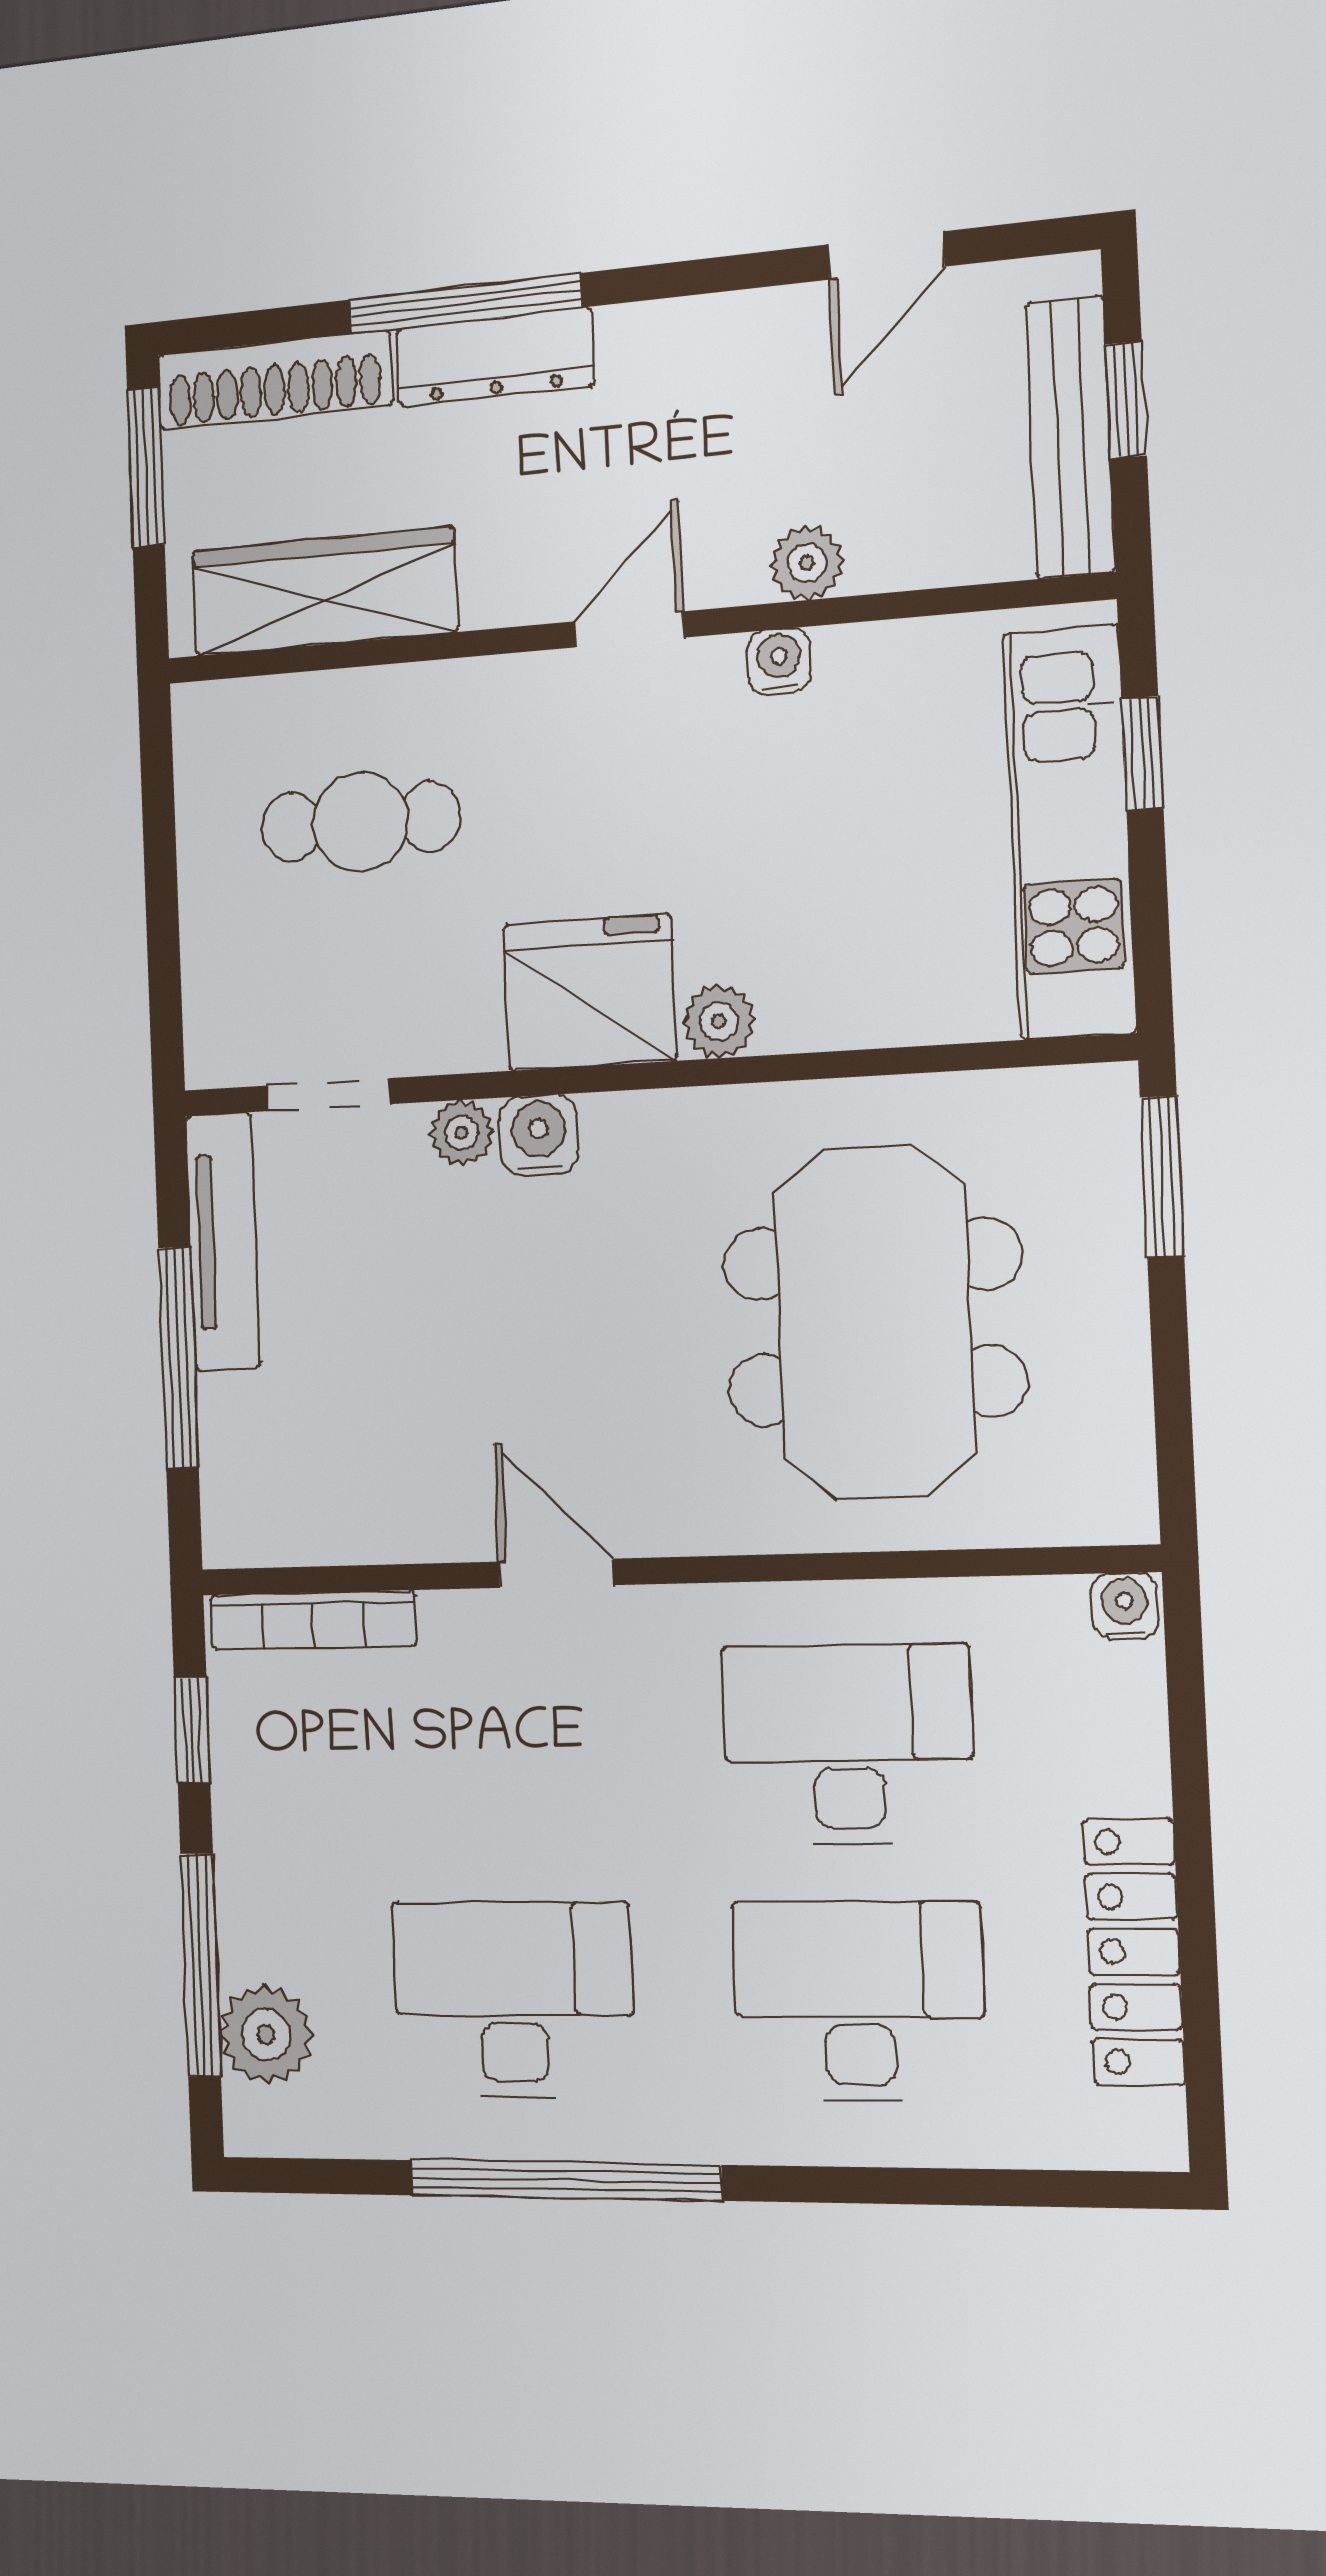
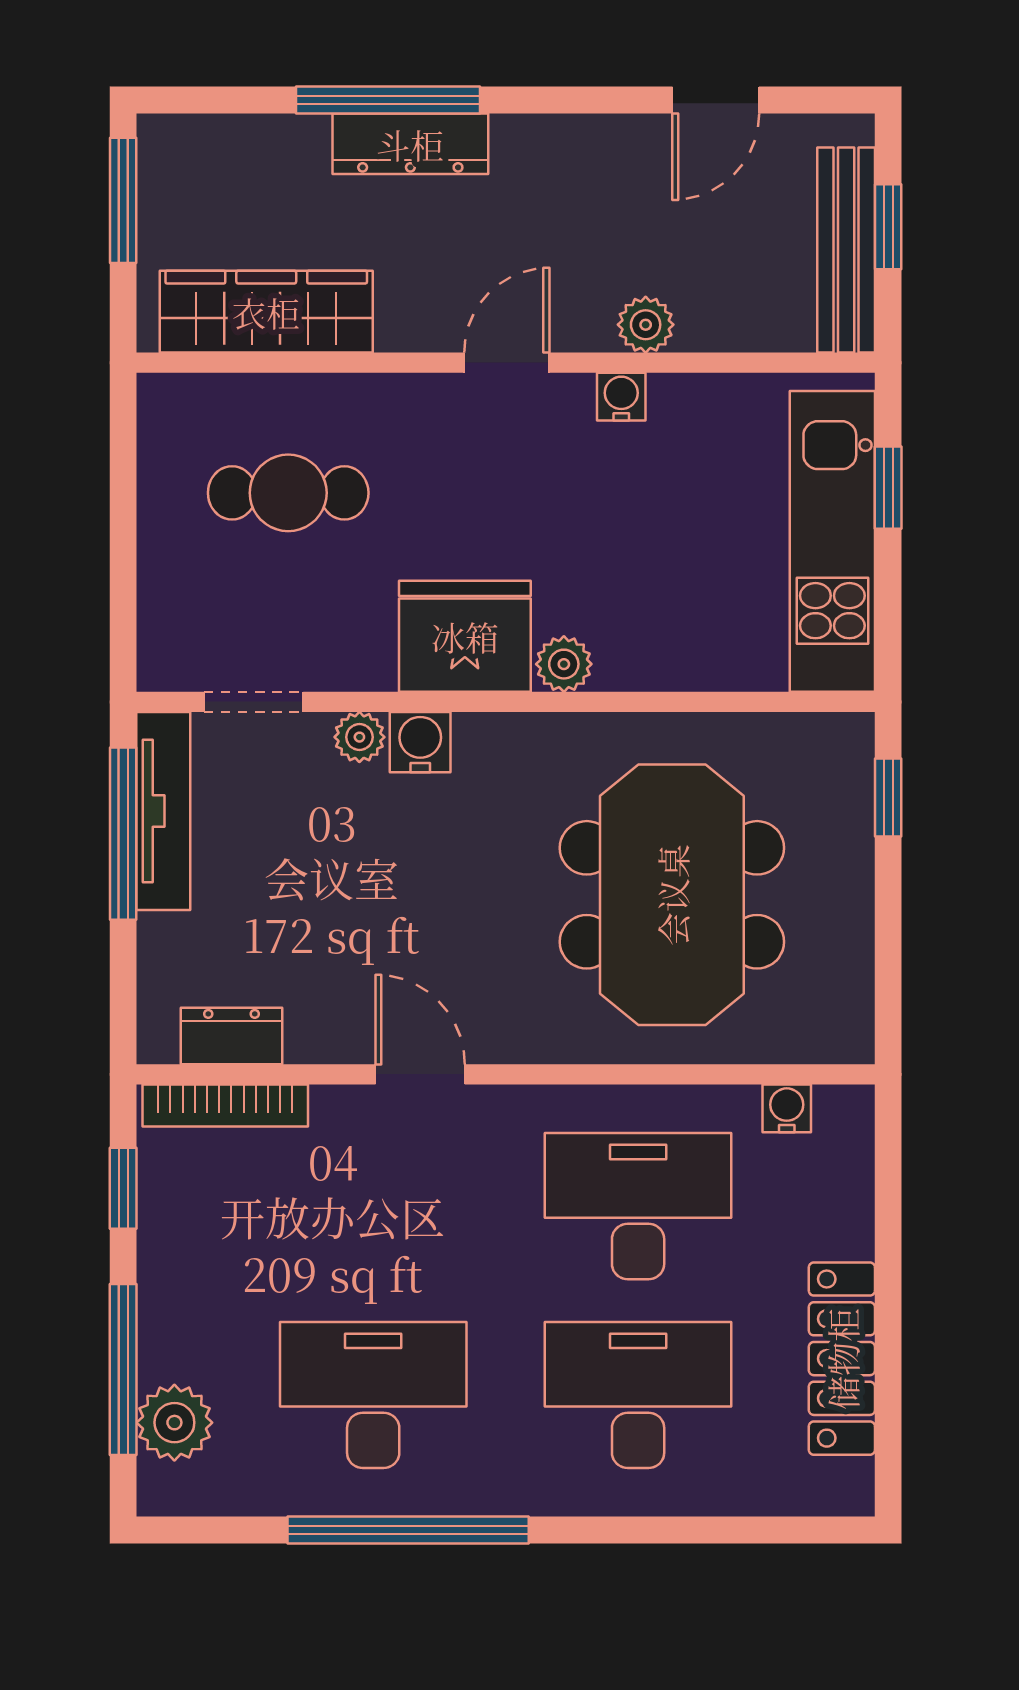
shoe rack: (274, 380) -> (232, 143), removed
window: (1162, 1176) -> (888, 797), width x0.67
window: (178, 1358) -> (123, 834), moved
dresser: (317, 1529) -> (232, 1036), added
water cooler: (1125, 1606) -> (787, 1108), moved

